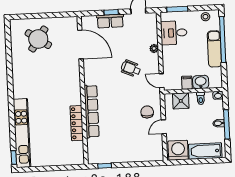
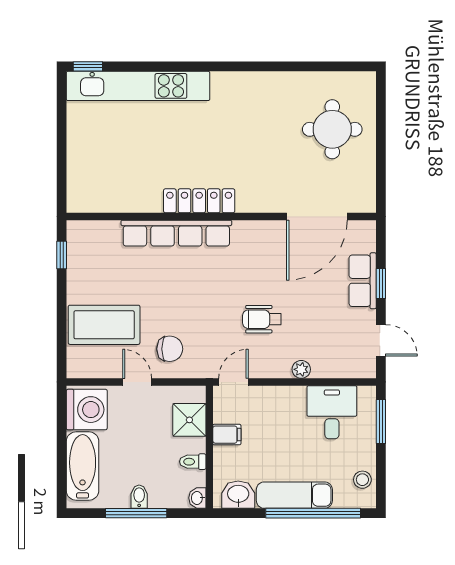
round table: (38, 39) -> (332, 129), turned -34
wheelchair: (131, 68) -> (262, 319), turned -114
washbasin: (201, 82) -> (238, 495), moved, turned -90
locker: (77, 123) -> (199, 201), moved
coffee table: (137, 144) -> (104, 325), added

